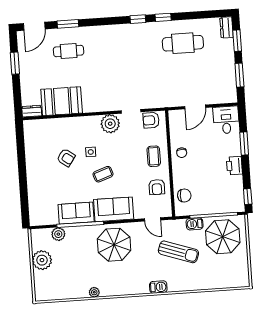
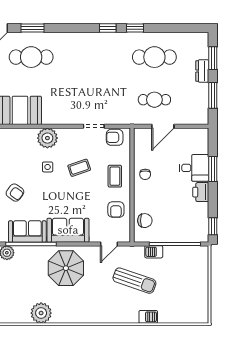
dresser: (226, 27) -> (202, 71), moved
cafe table: (69, 51) -> (31, 57), width x1.37, depth x1.35
cafe table: (186, 83) -> (154, 100), added
desk: (226, 120) -> (194, 168), moved, turned 90
plant: (110, 124) -> (47, 138), moved
armchair: (66, 158) -> (15, 193), moved
coffee table: (103, 174) -> (79, 168), moved
door: (153, 219) -> (109, 244), hinge flipped
parasol: (223, 237) -> (183, 268), removed
barbecue: (158, 287) -> (148, 317), moved
plant: (94, 292) -> (41, 313), width x1.87, depth x1.87

